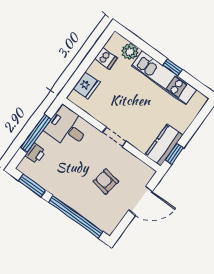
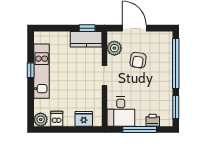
plant: (130, 52) -> (41, 120), moved
plant: (135, 167) -> (114, 48), added

